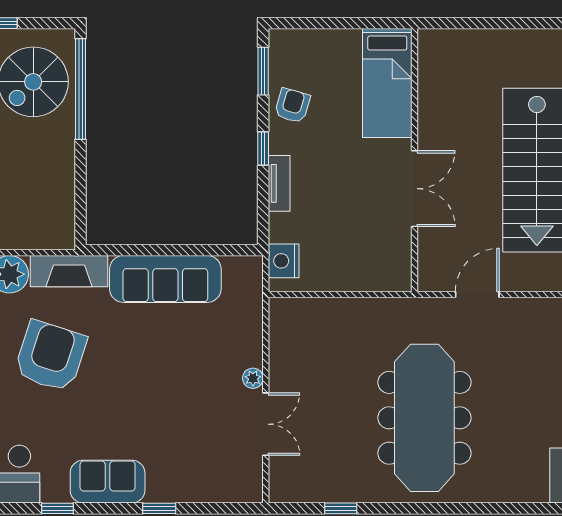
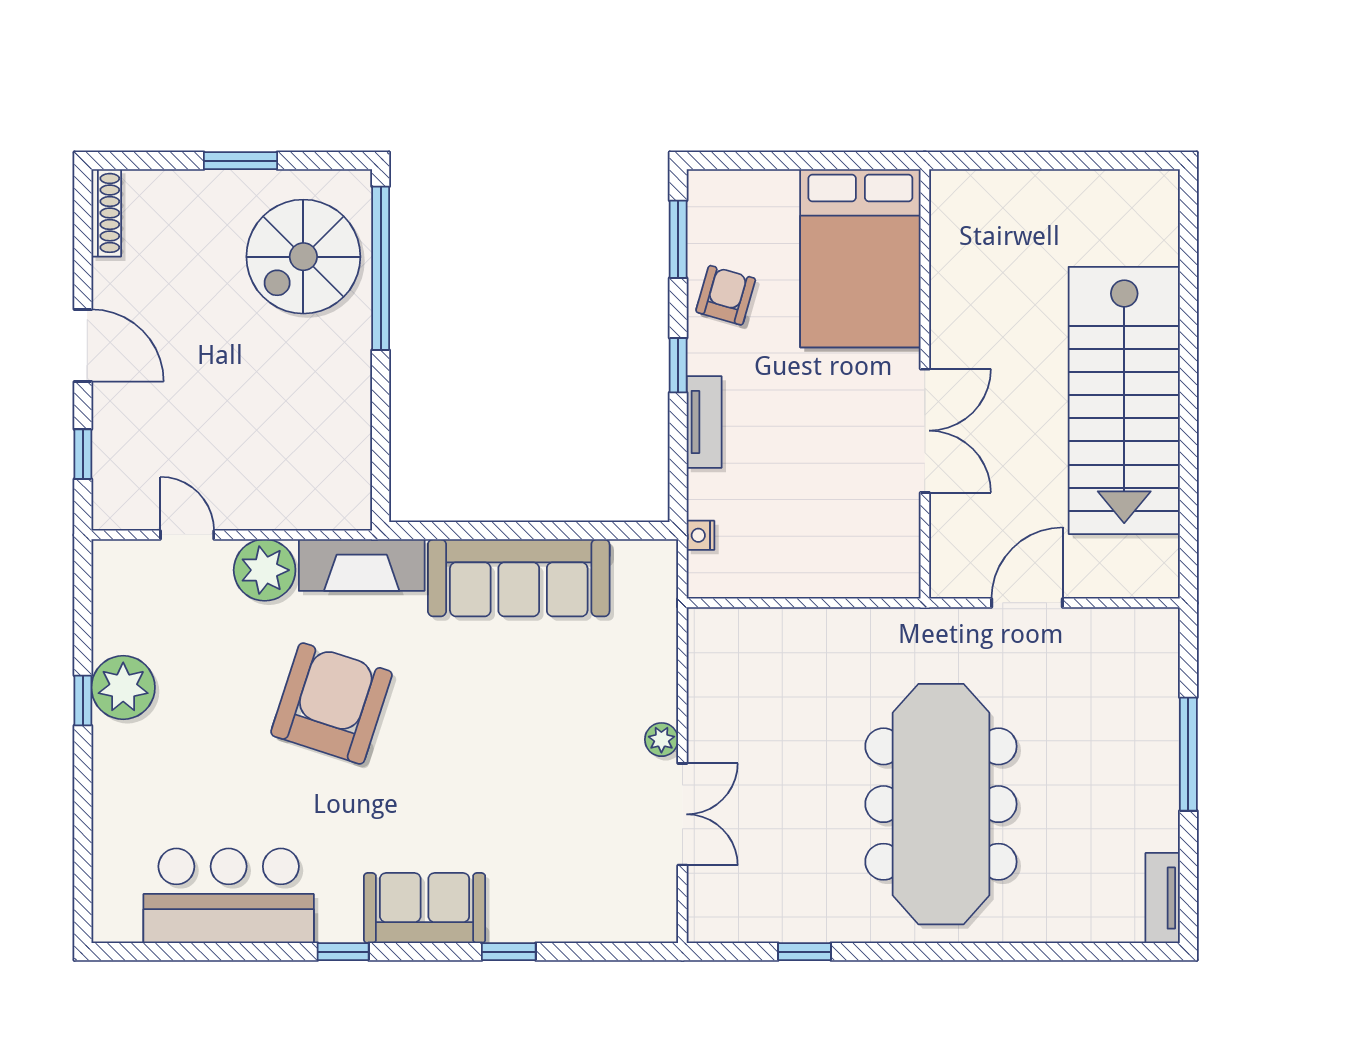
bed: (387, 83) -> (860, 258), width x1.50
nightstand: (284, 261) -> (701, 535), width x0.53, depth x0.56

